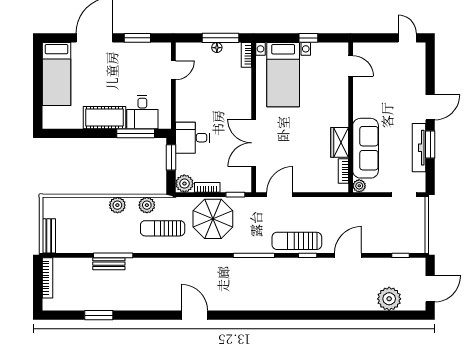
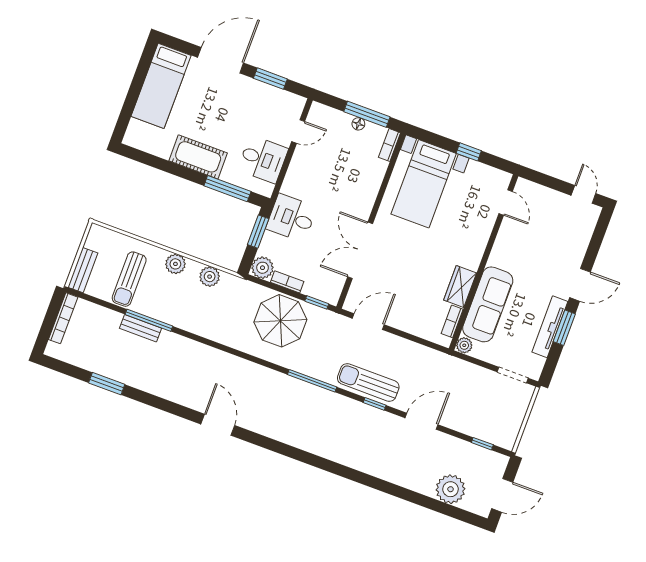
desk: (142, 112) -> (263, 159), moved, turned -90
sun lounger: (163, 228) -> (129, 279), moved, turned -90

